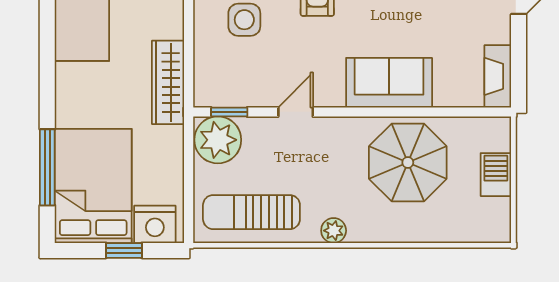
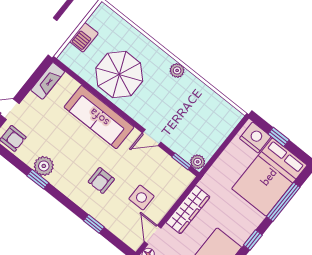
wardrobe: (168, 82) -> (188, 210), moved
window: (47, 83) -> (253, 240), added
sofa: (389, 83) -> (99, 117), width x1.36
plant: (218, 140) -> (198, 162), width x0.53, depth x0.53
sun lounger: (251, 212) -> (207, 108), removed

